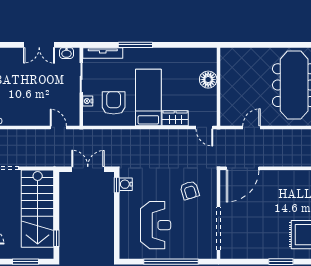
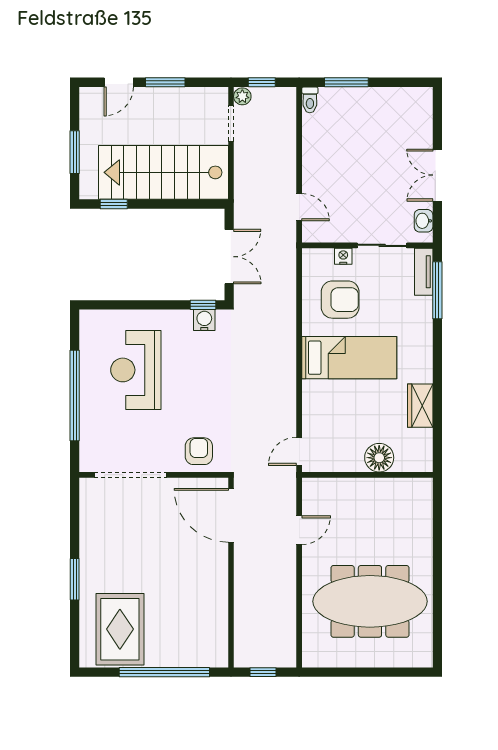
window: (135, 45) -> (437, 290), moved
tv unit: (103, 53) -> (424, 272), width x0.71
wardrobe: (175, 118) -> (420, 406), moved, turned 180
door: (58, 127) -> (299, 207), hinge flipped
door: (252, 127) -> (299, 530), hinge flipped
armchair: (190, 190) -> (199, 451), moved, turned 107
reception desk: (156, 225) -> (136, 370), turned 90

